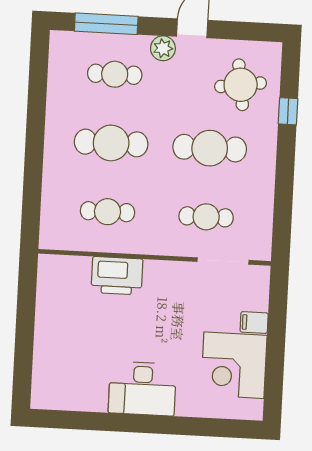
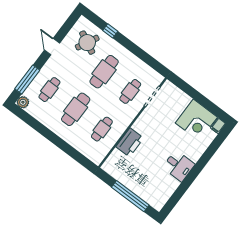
plant: (163, 48) -> (23, 102), moved
round table: (241, 85) -> (87, 43), turned 35
filing cabinet: (254, 322) -> (218, 126), moved
window: (24, 340) -> (130, 196), added
desk: (142, 389) -> (179, 166), width x0.73

